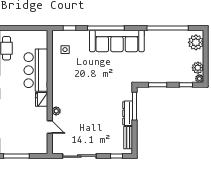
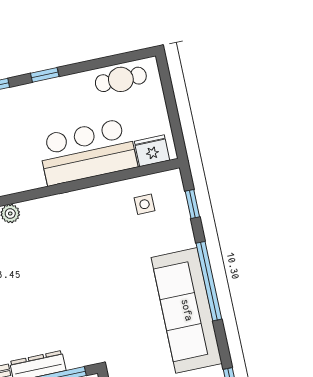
fridge: (42, 99) -> (152, 151), moved

